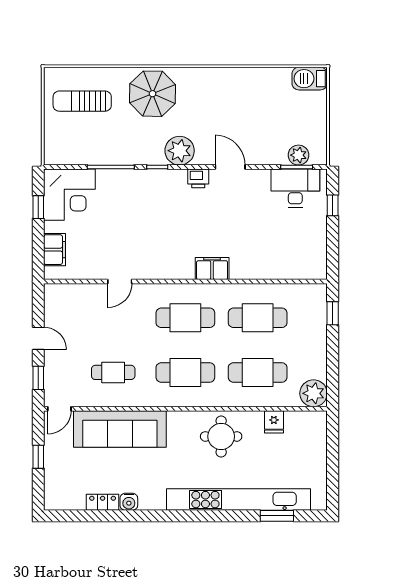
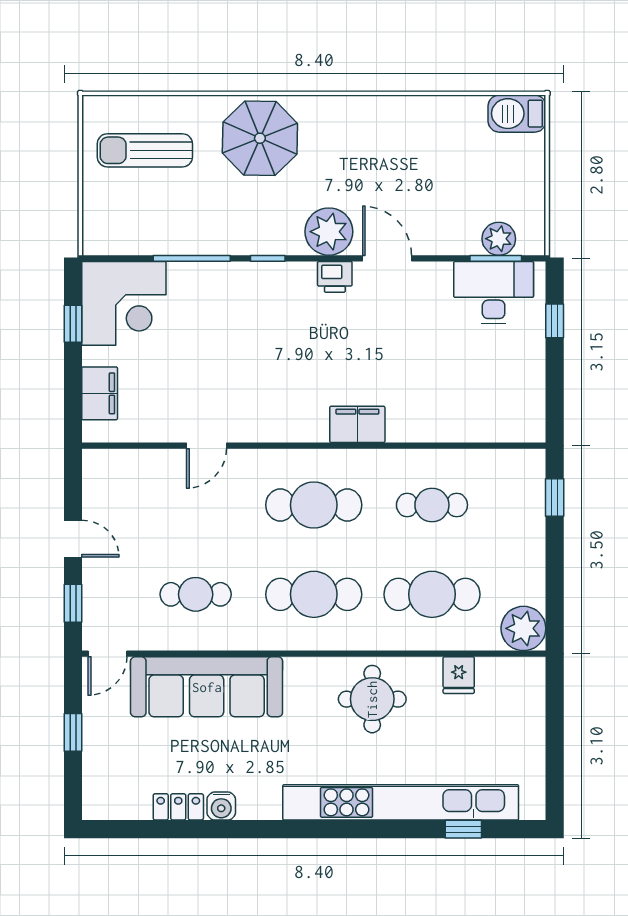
plant: (180, 151) -> (329, 232), moved
cafe table: (258, 318) -> (432, 505), width x0.73, depth x0.74
window: (277, 516) -> (463, 829), width x0.67

